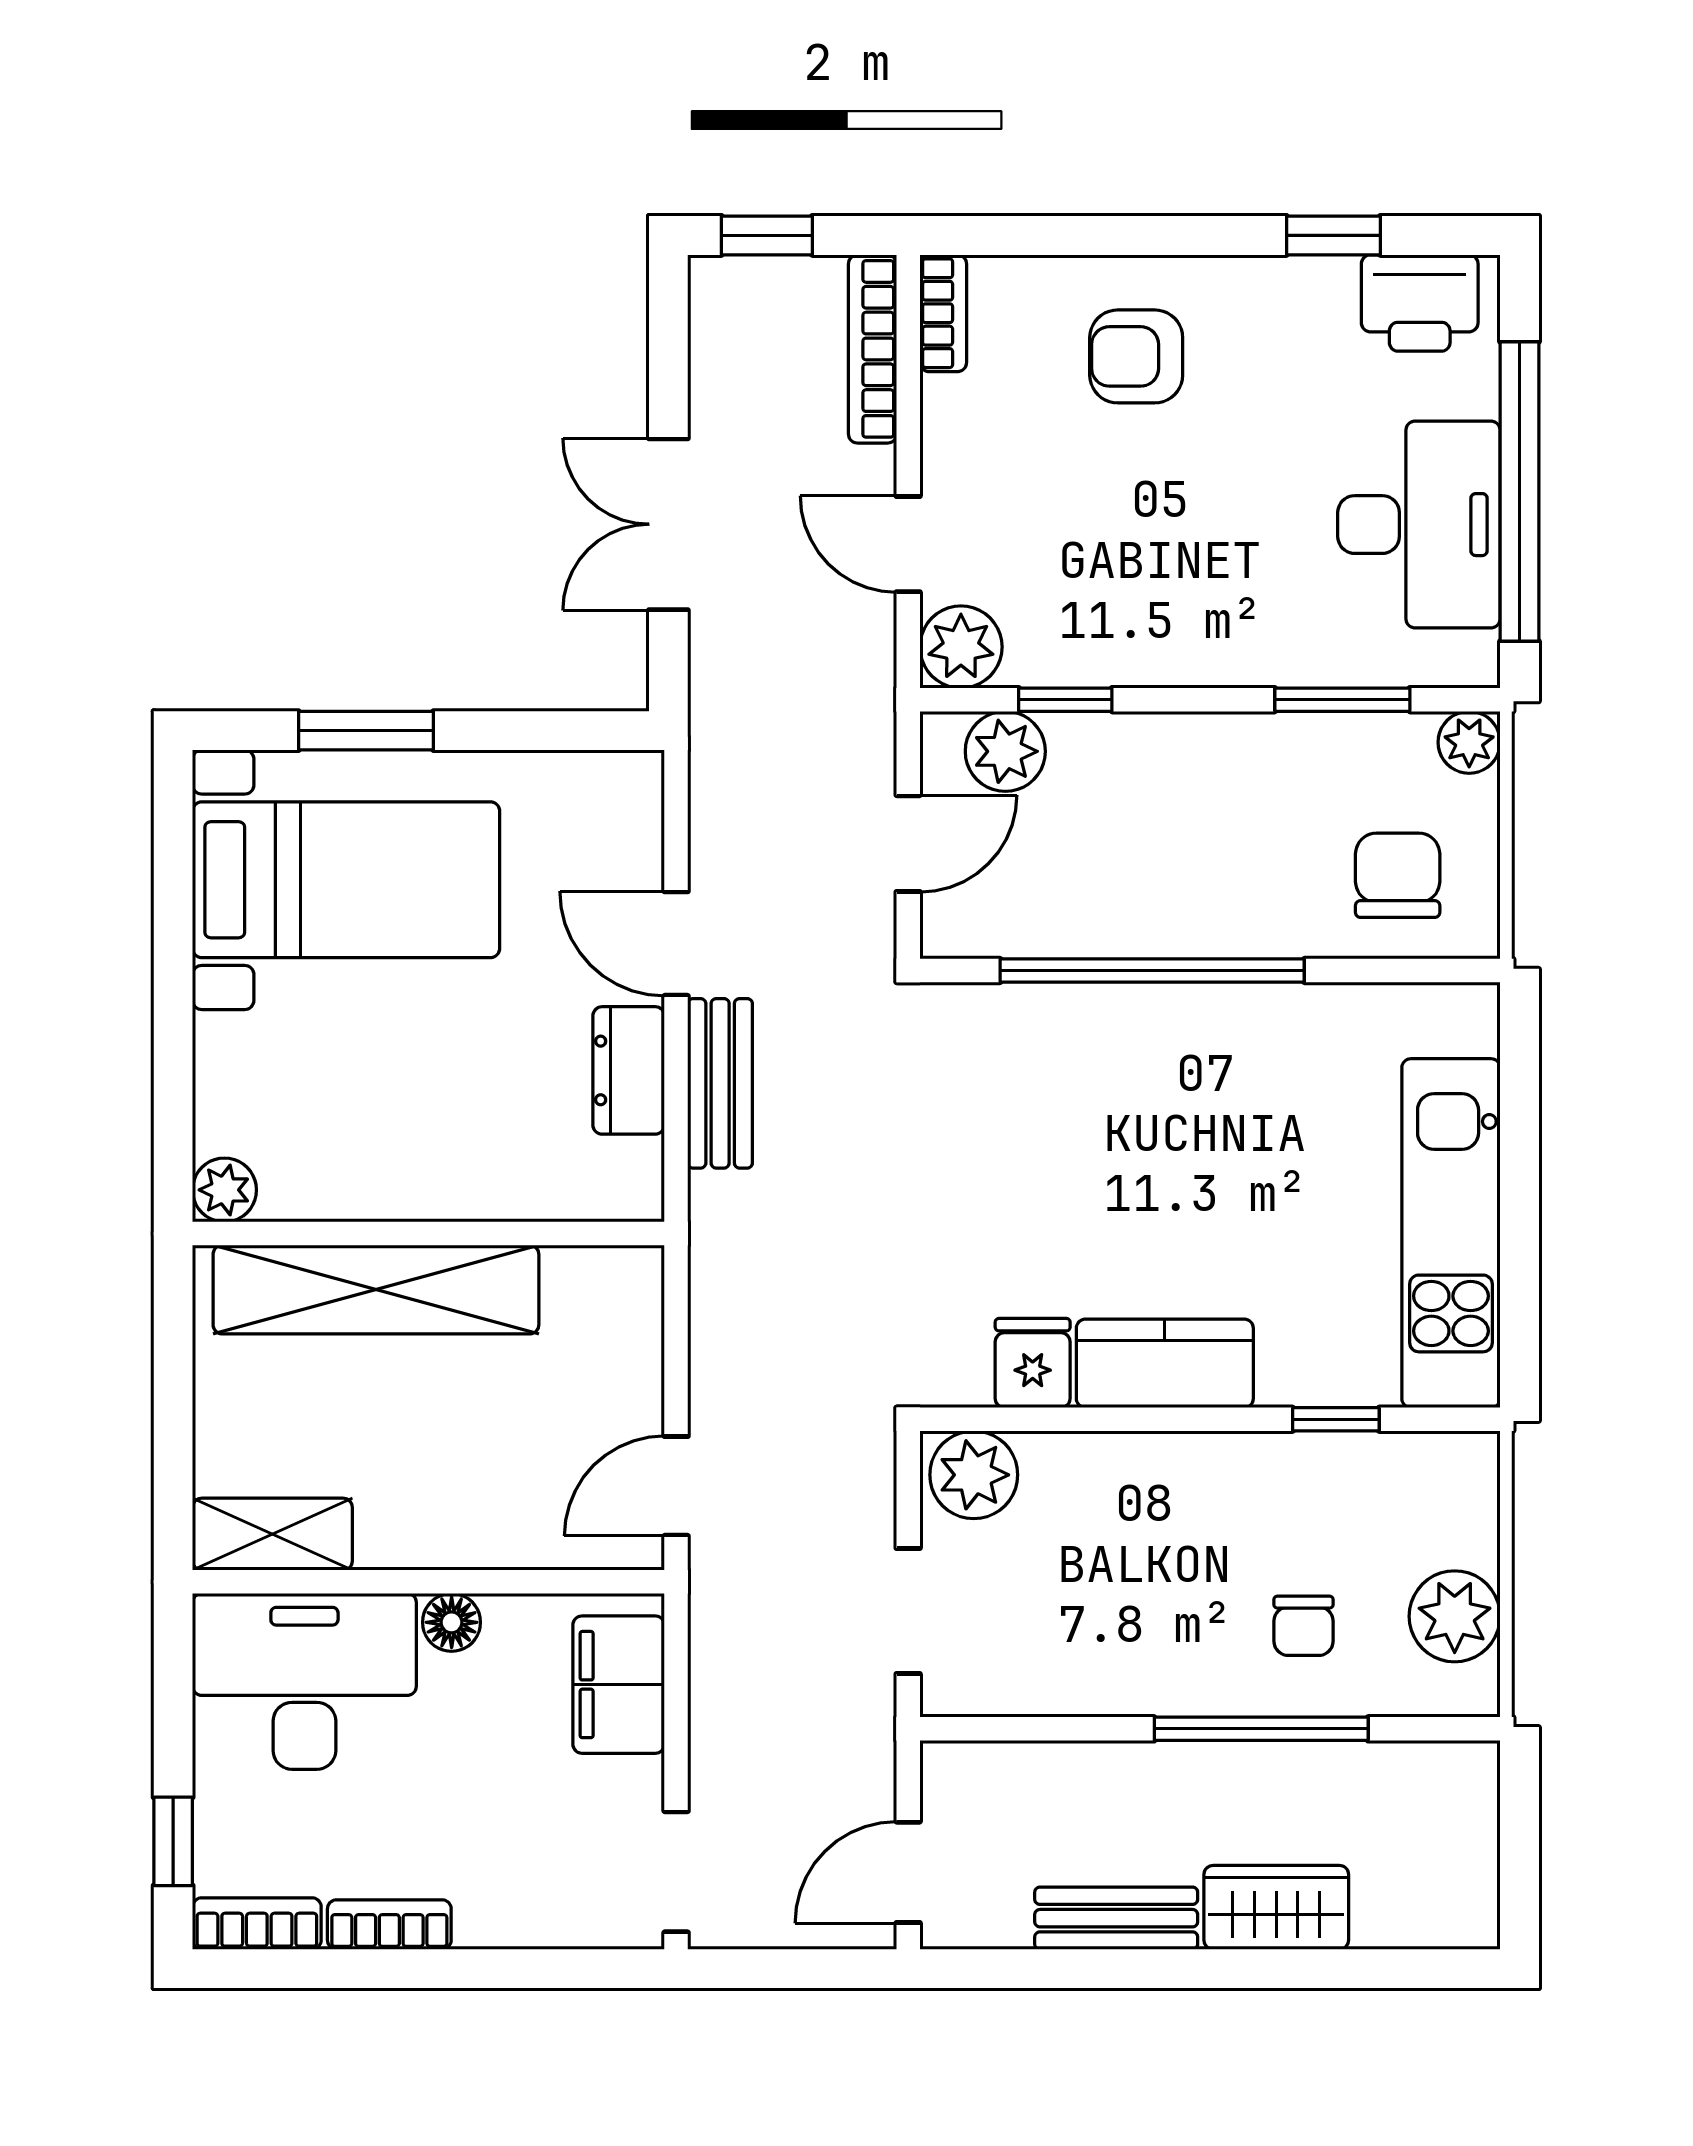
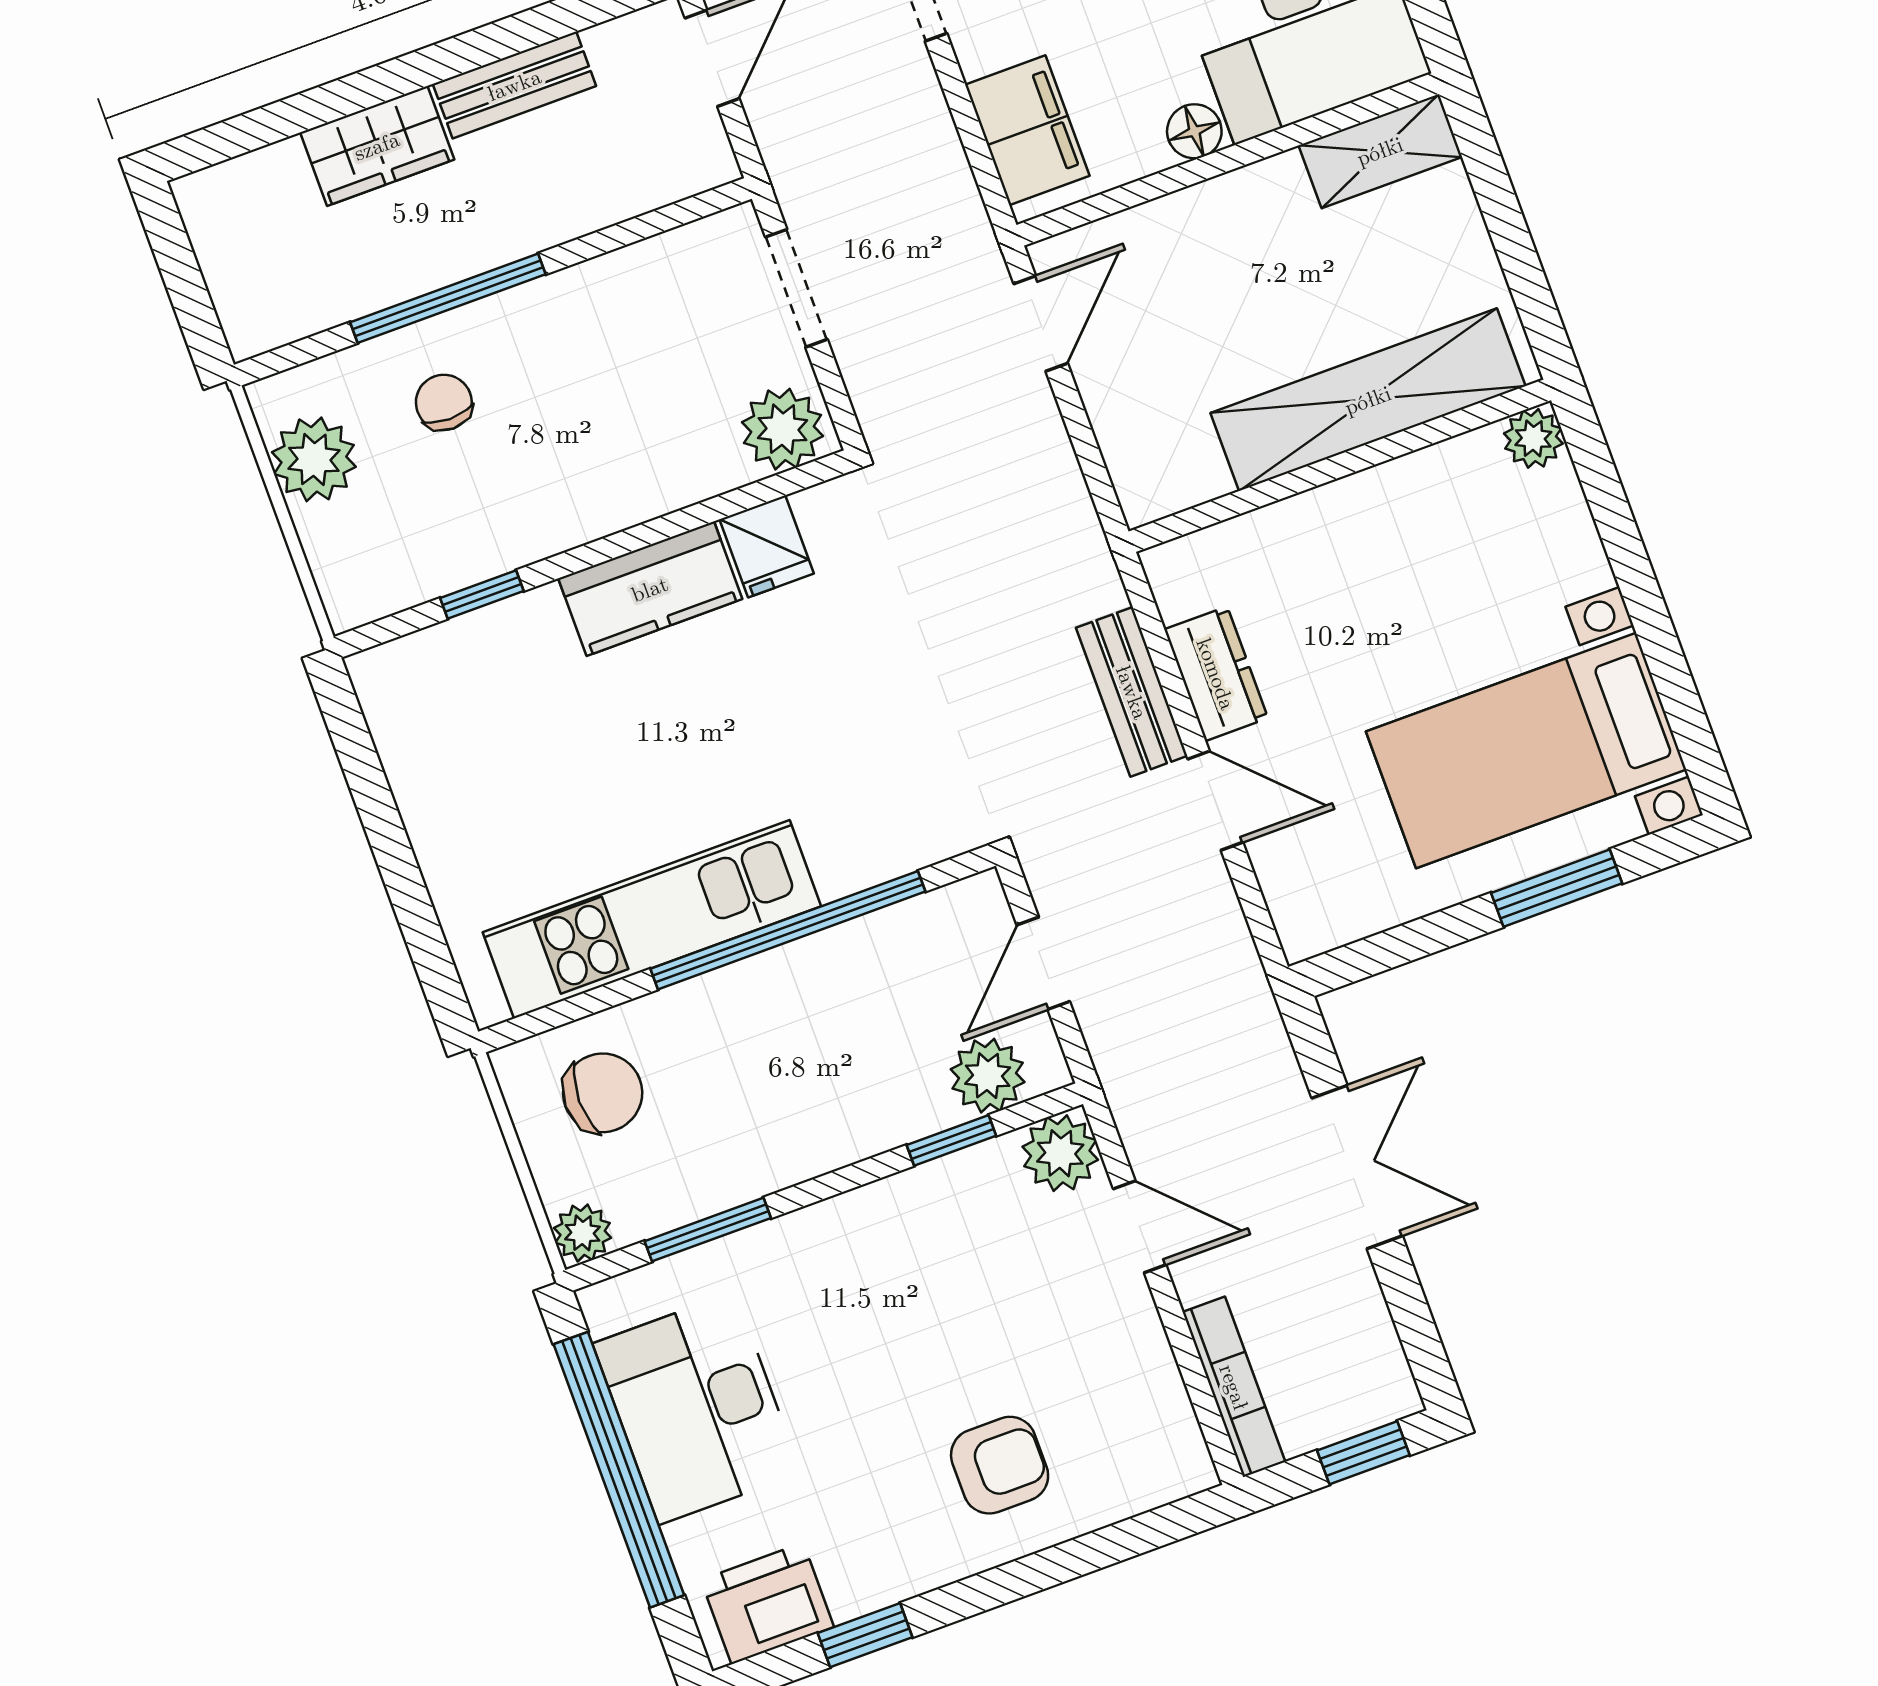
bookcase: (943, 313) -> (1183, 1441), removed
chair: (1398, 875) -> (603, 1093), turned -90
kitchen unit: (1451, 1233) -> (652, 919), moved, turned -90

